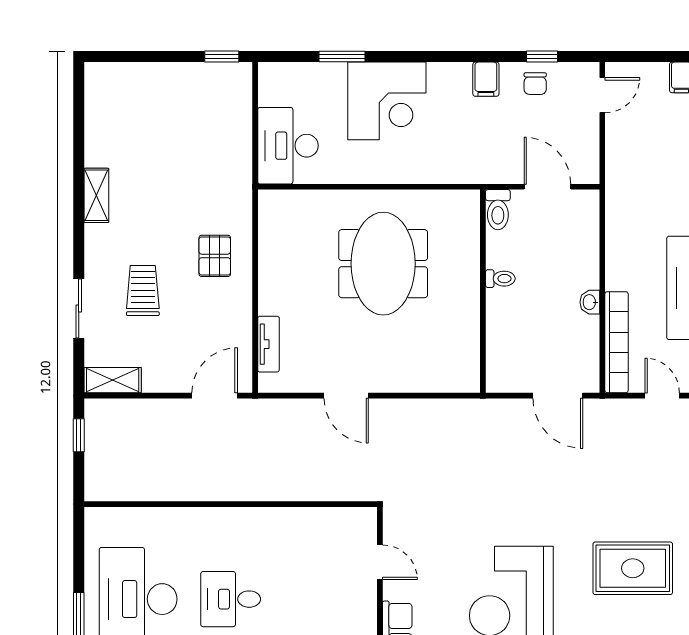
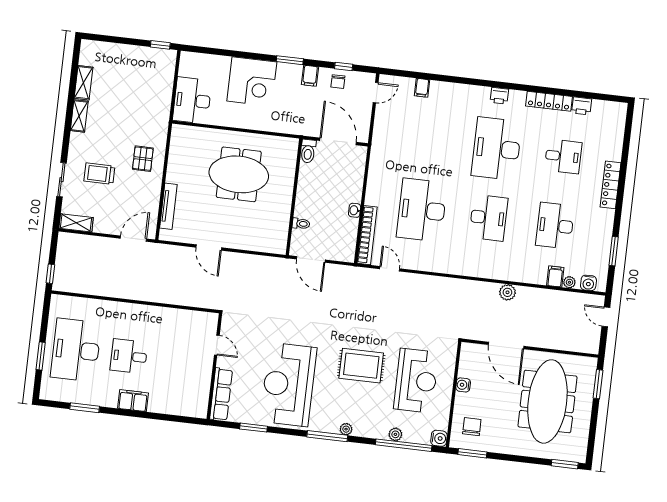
window: (342, 57) -> (290, 60), moved
shelving: (97, 137) -> (83, 83), added
door: (547, 187) -> (338, 141), width x1.36
meeting table: (383, 264) -> (239, 174), turned 90
toilet: (500, 279) -> (301, 224), moved
trolley: (143, 291) -> (99, 174), turned -90
tv unit: (268, 344) -> (168, 206), width x1.41
door: (558, 396) -> (311, 259), moved
window: (79, 435) -> (50, 274), moved

